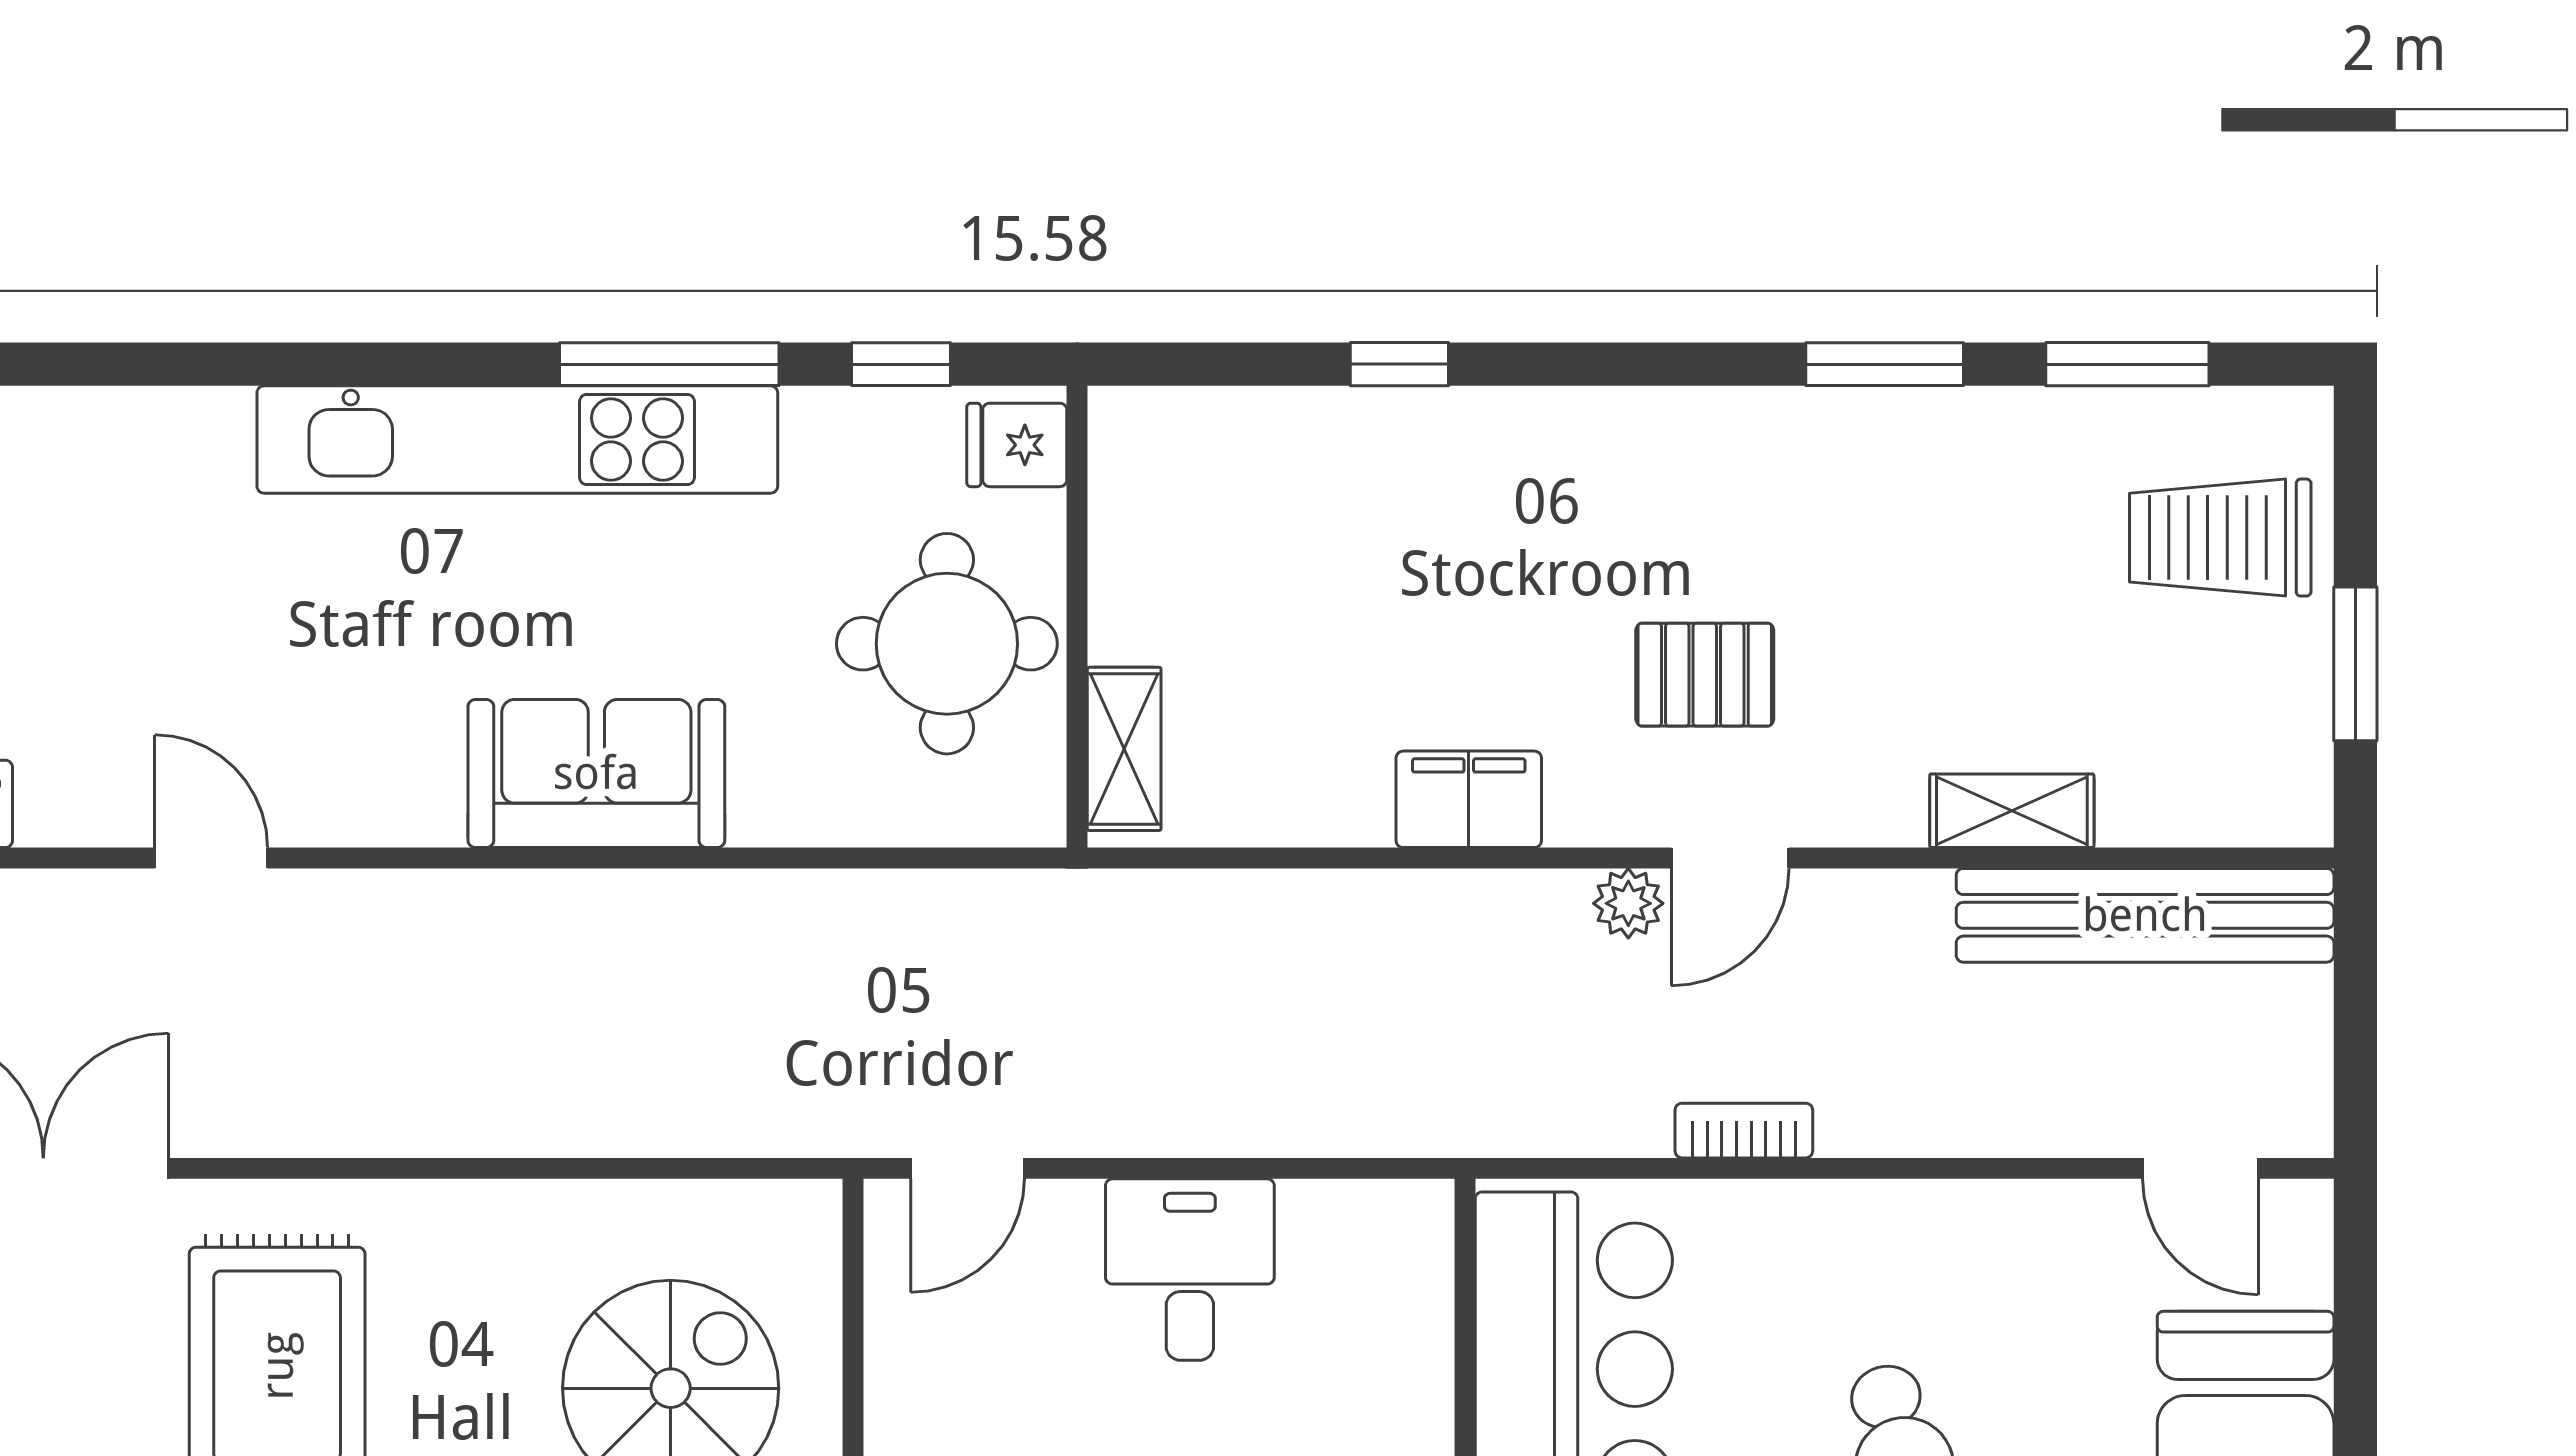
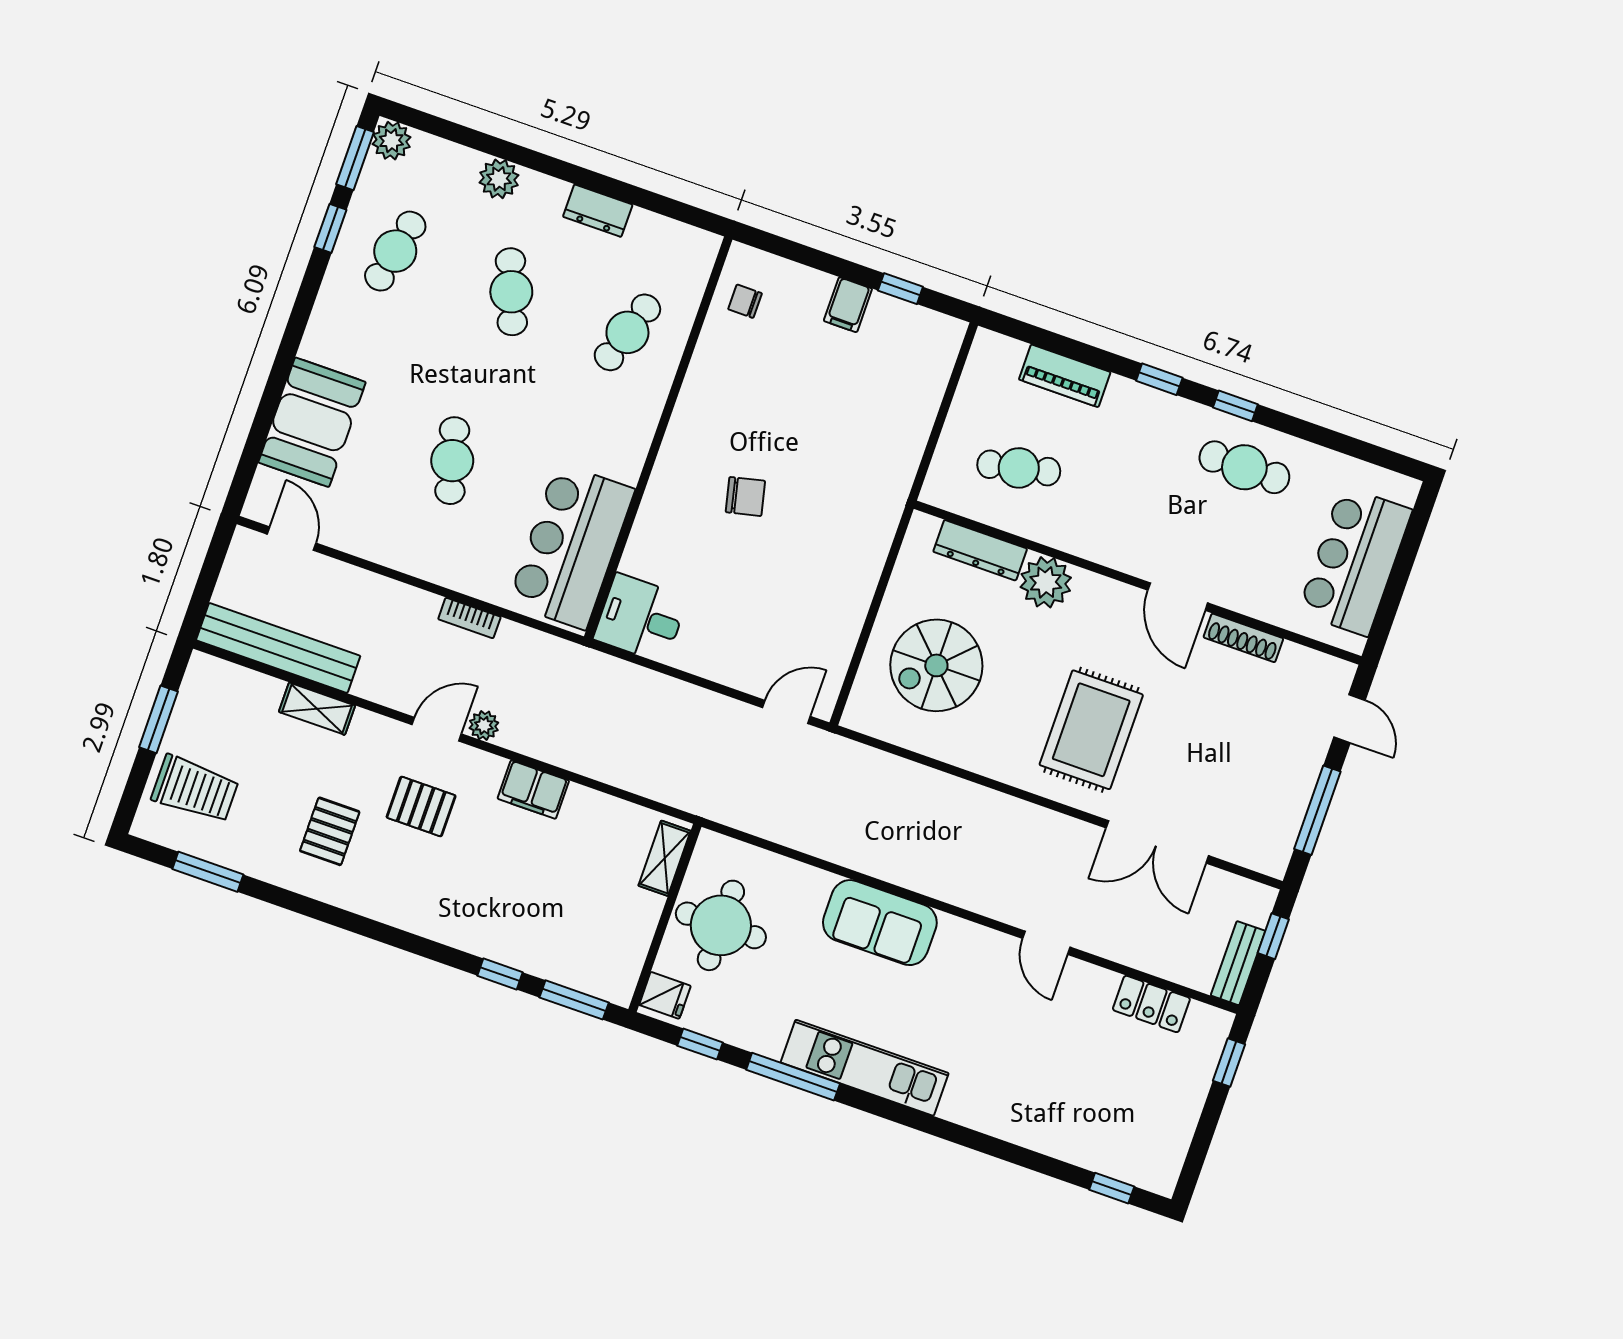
window: (1885, 364) -> (574, 1000), moved
kitchen unit: (517, 439) -> (865, 1068), width x0.73
pallet: (1888, 548) -> (330, 831), added
desk: (1190, 1270) -> (641, 618), moved, turned 90

